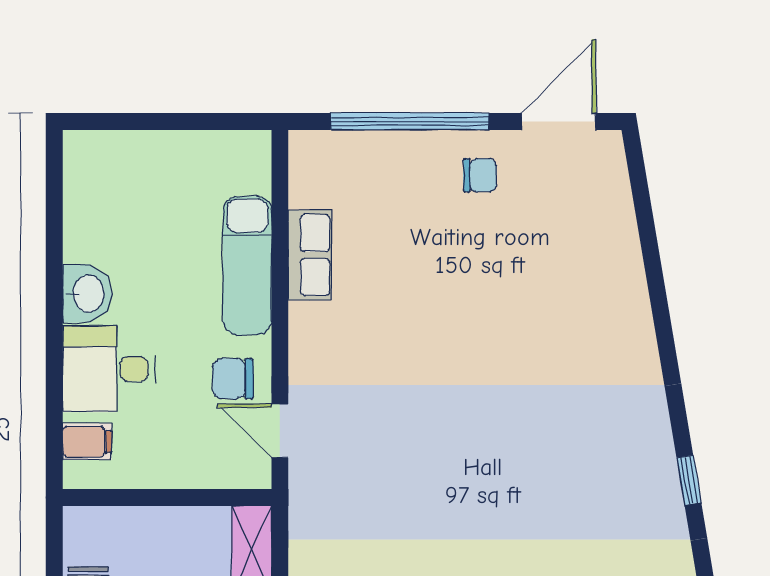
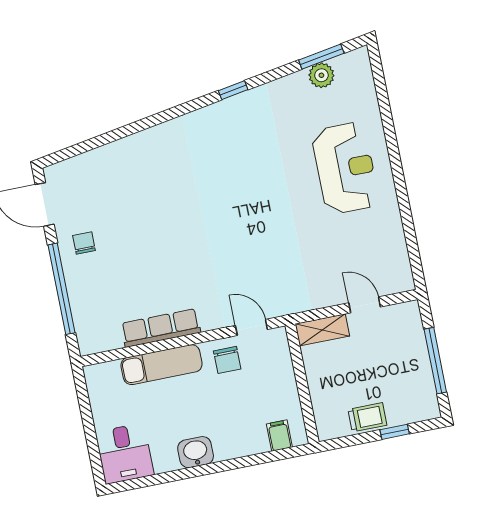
row of seats: (310, 255) -> (161, 328), width x1.48
desk: (109, 369) -> (125, 453), moved
door: (280, 431) -> (251, 327), swing flipped

